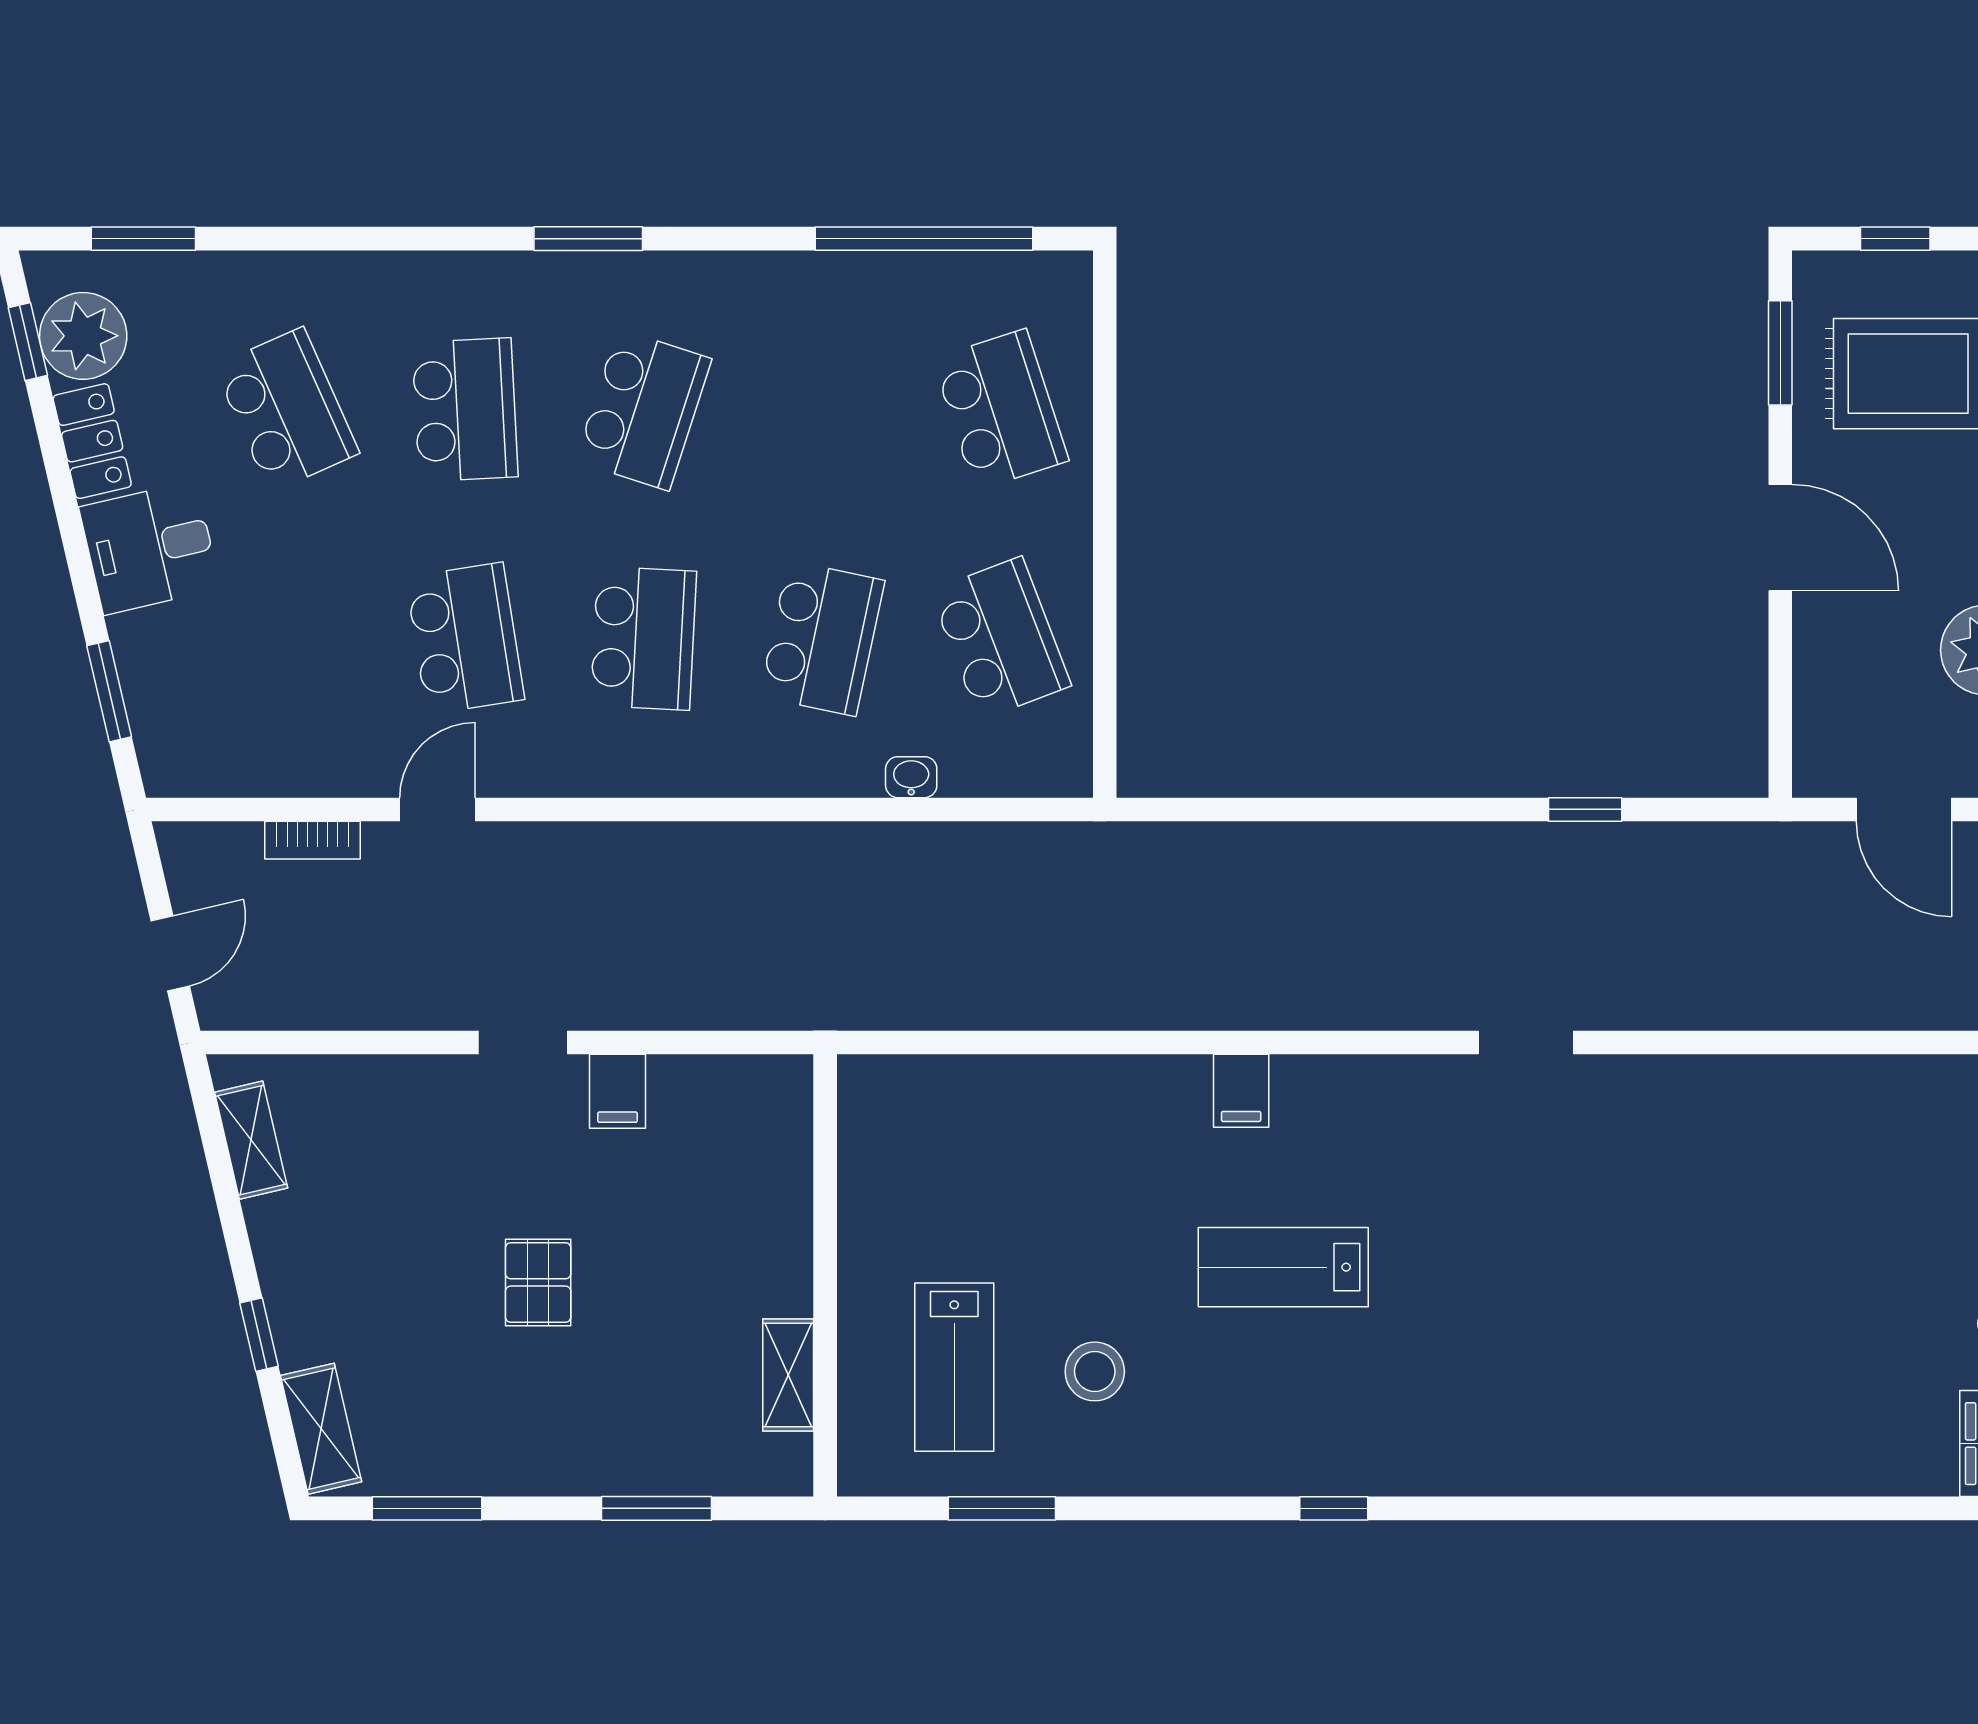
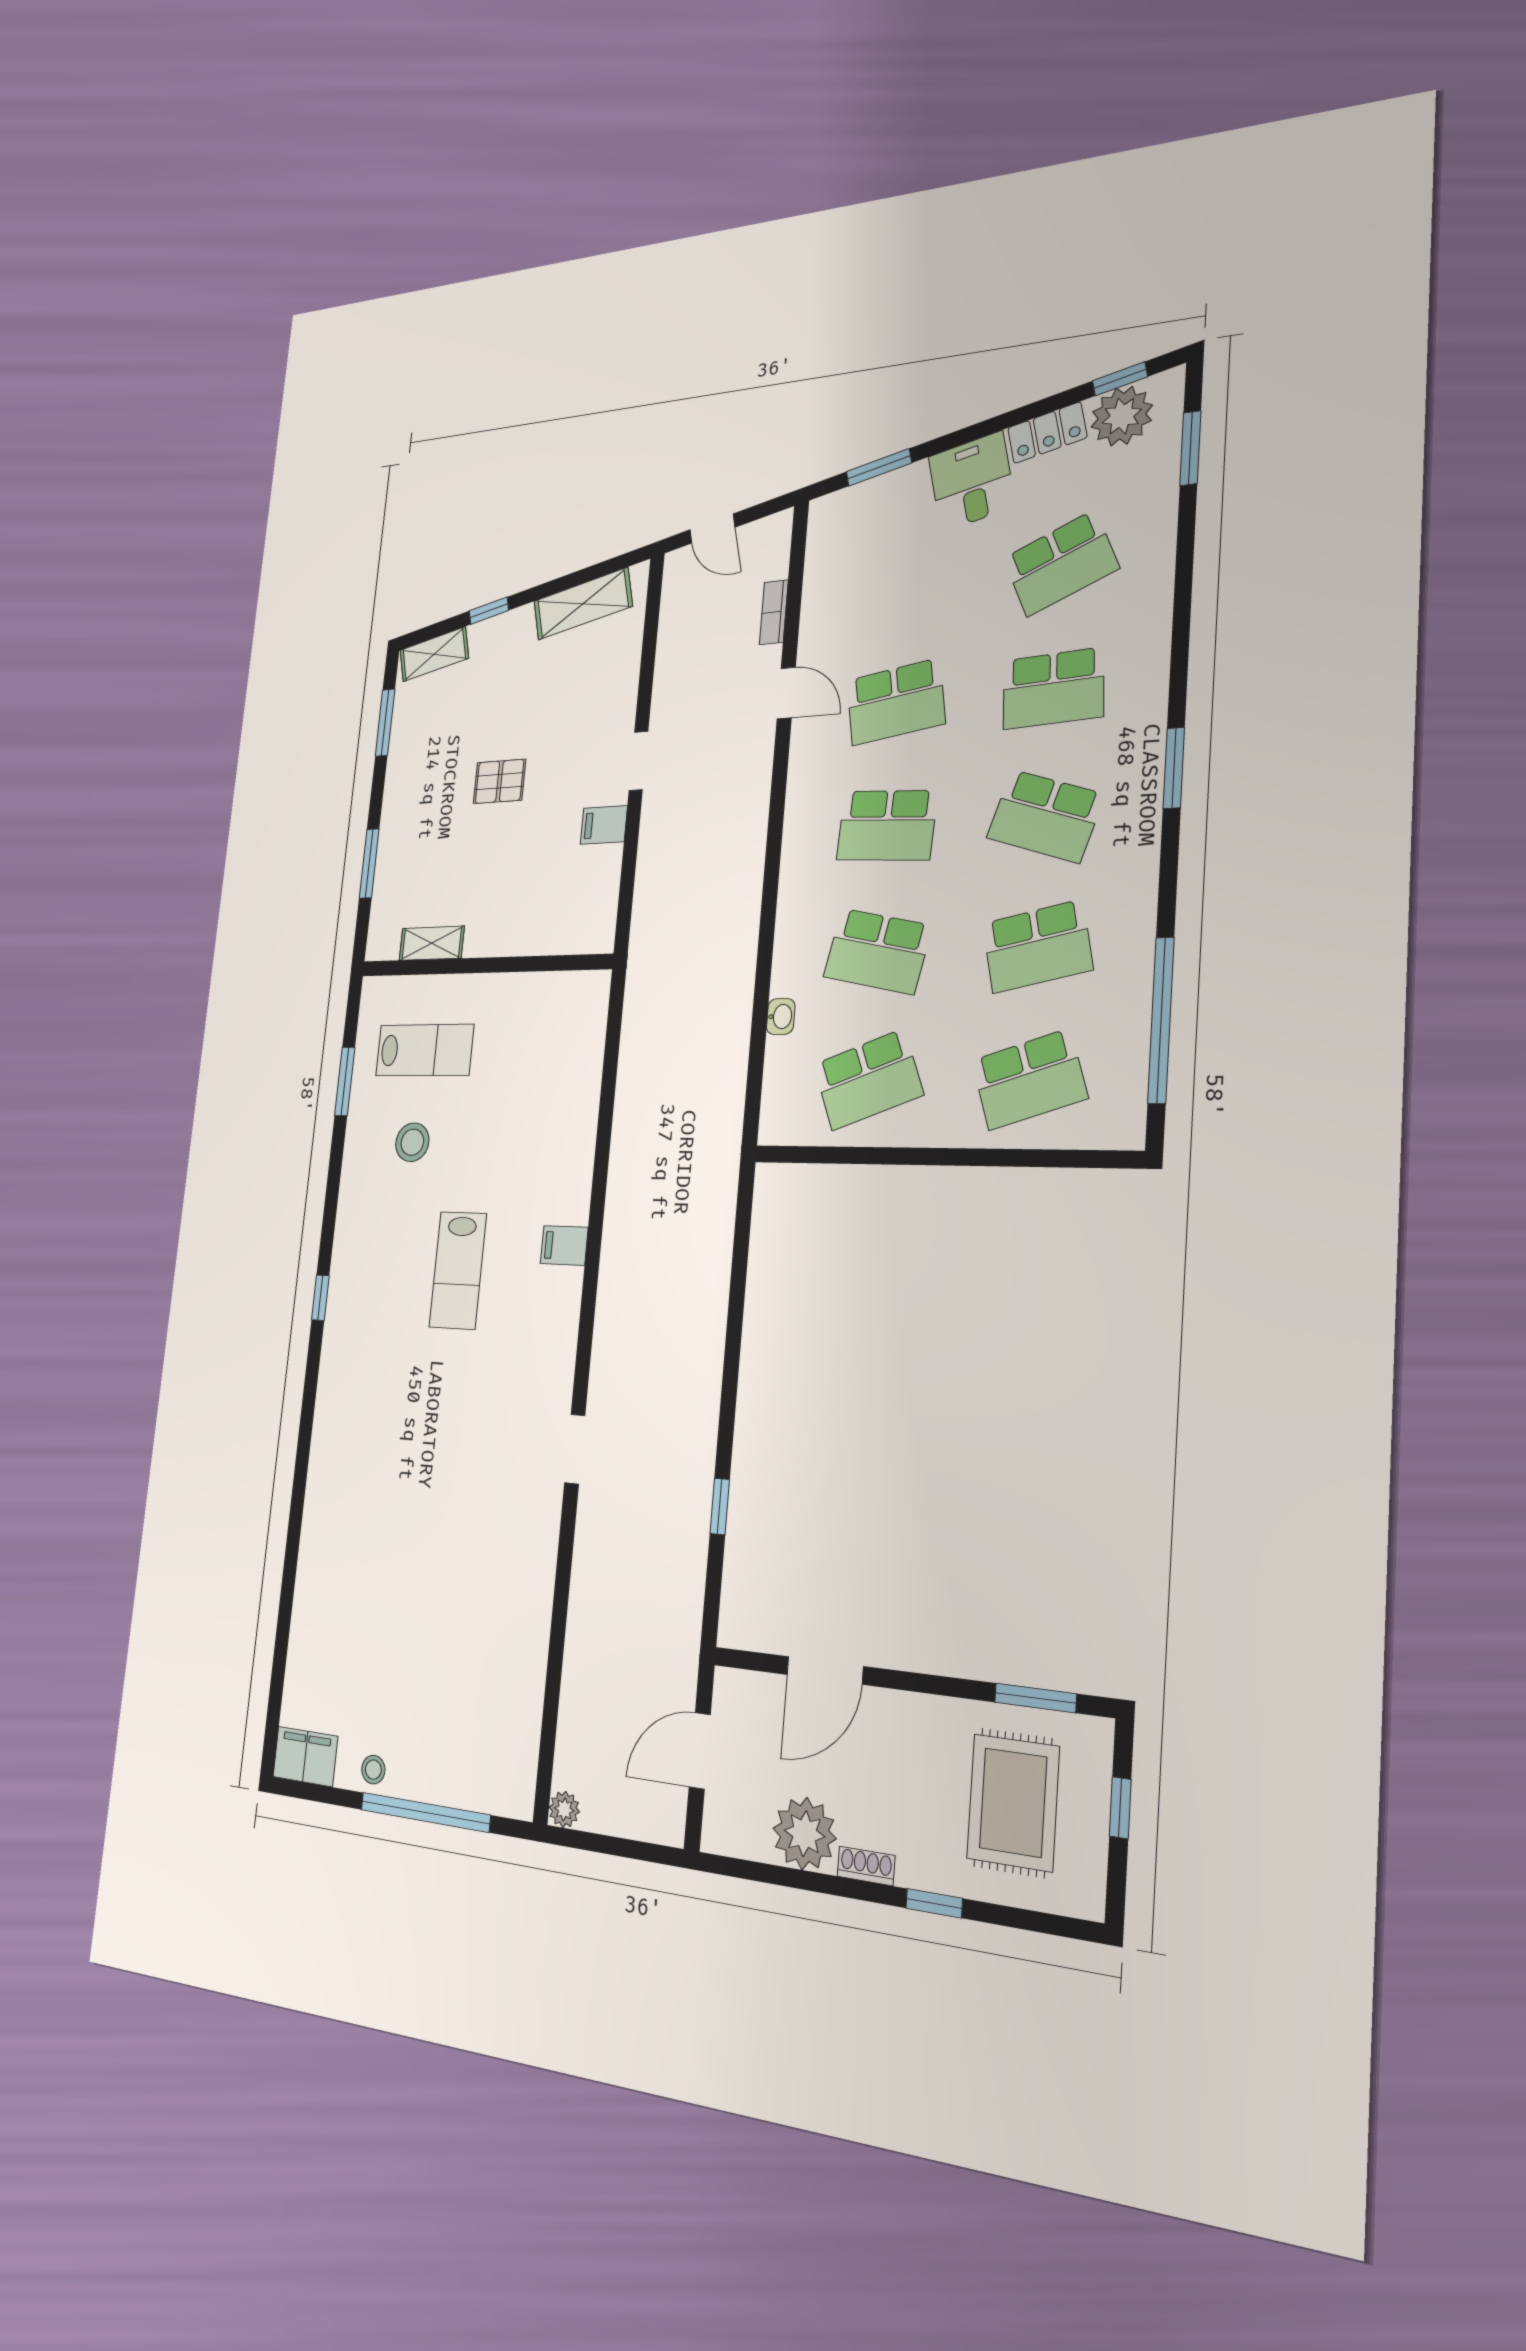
school desk: (822, 410) -> (1037, 946), added
door: (1780, 538) -> (825, 1670), moved
shelving: (251, 1140) -> (583, 604), width x1.50, depth x1.33
lab bench: (1283, 1267) -> (458, 1270), turned 180
lab bench: (954, 1367) -> (425, 1050), turned 180

